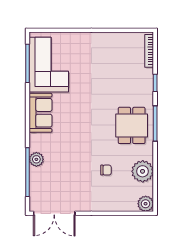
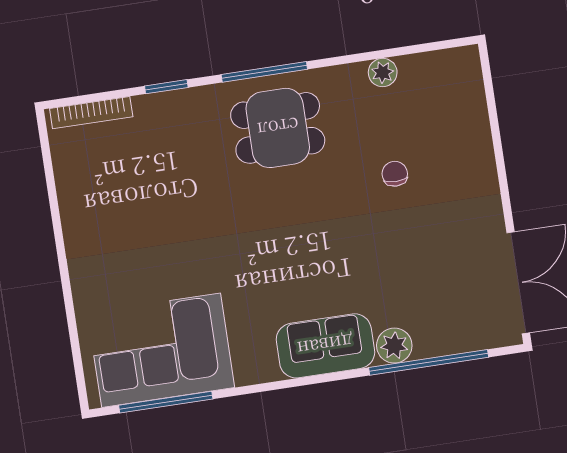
sofa: (40, 113) -> (325, 346), moved
plant: (143, 171) -> (383, 73), width x0.53, depth x0.53
plant: (146, 204) -> (462, 66), removed

